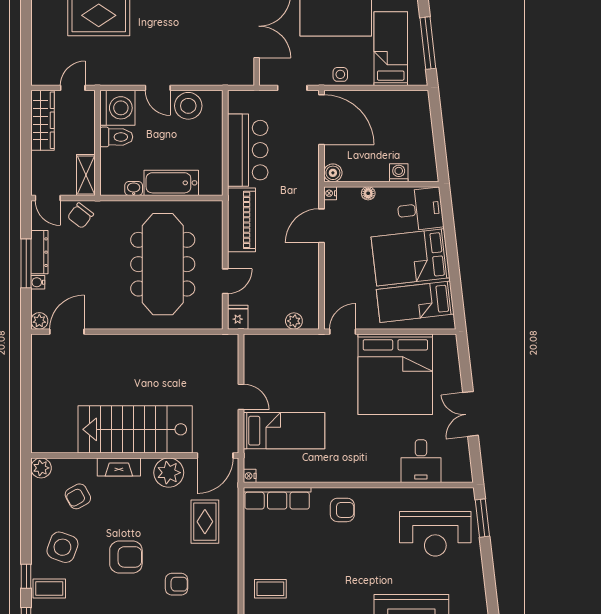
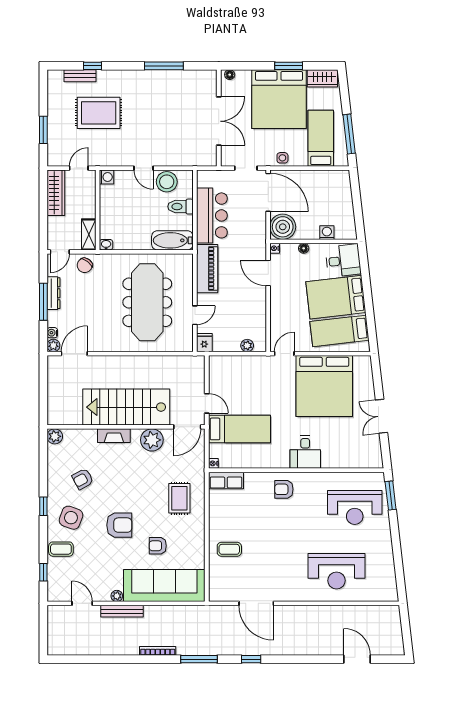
window: (26, 38) -> (43, 130), added
washing machine: (117, 108) -> (106, 177), width x0.53, depth x0.53
toilet: (116, 137) -> (180, 207), moved, turned 180
boiler: (333, 173) -> (283, 227), width x1.86, depth x1.86
bathtub: (171, 183) -> (172, 240), moved
washbasin: (134, 188) -> (106, 245), moved
door: (48, 198) -> (60, 252), hinge flipped
door: (321, 226) -> (268, 273), hinge flipped
water cooler: (38, 282) -> (52, 333), moved
stairs: (135, 429) -> (126, 407), moved
wall: (135, 455) -> (126, 427), moved
door: (215, 455) -> (187, 427), moved
desk: (421, 461) -> (305, 452), moved
fireplace: (119, 467) -> (114, 436), moved
plant: (41, 468) -> (55, 436), moved
plant: (169, 473) -> (152, 440), moved
row of seats: (277, 498) -> (226, 480), width x0.68
armchair: (342, 510) -> (284, 489), turned 180
window: (26, 576) -> (43, 506), moved
armchair: (177, 584) -> (158, 546), turned 180

